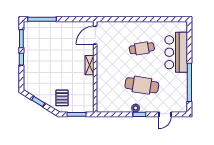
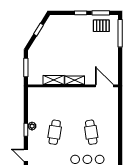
cafe table: (142, 85) -> (55, 132), width x0.73, depth x0.74
shelving: (89, 86) -> (54, 80), added
pallet: (62, 98) -> (101, 26), moved

